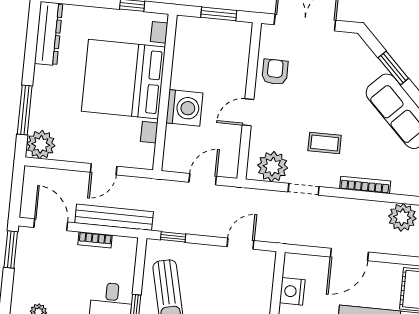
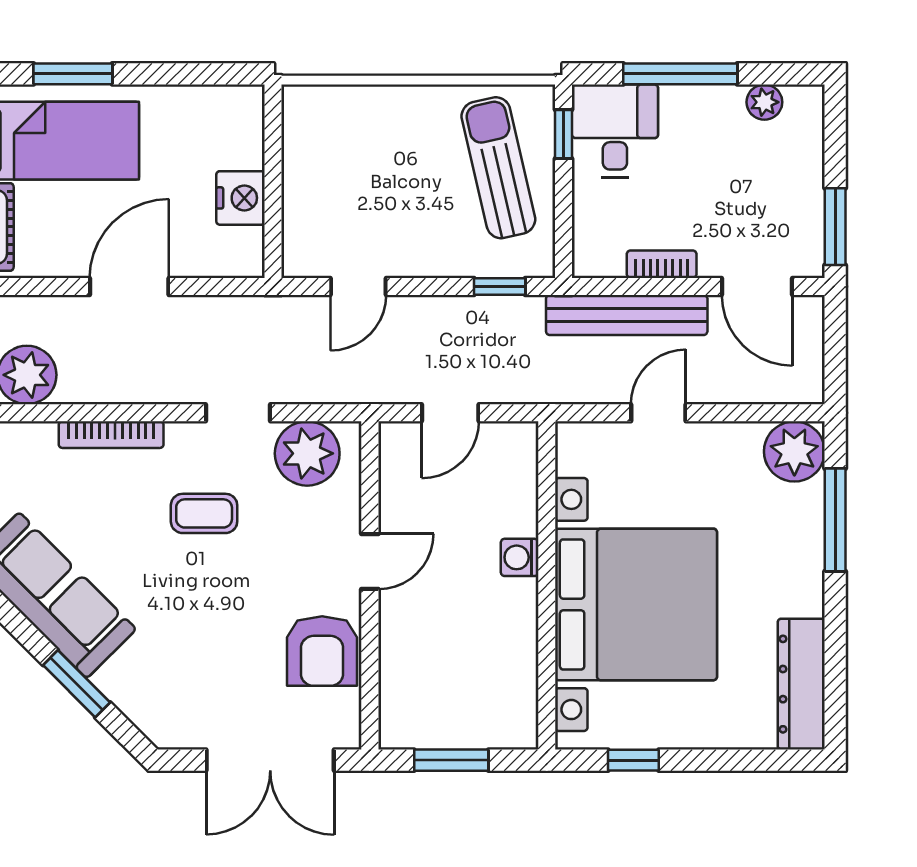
armchair: (275, 72) -> (322, 651), width x1.38, depth x1.38
washing machine: (184, 108) -> (520, 557), width x0.53, depth x0.53

